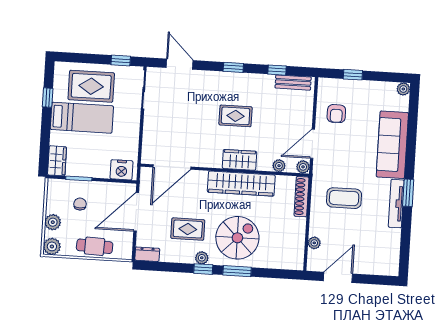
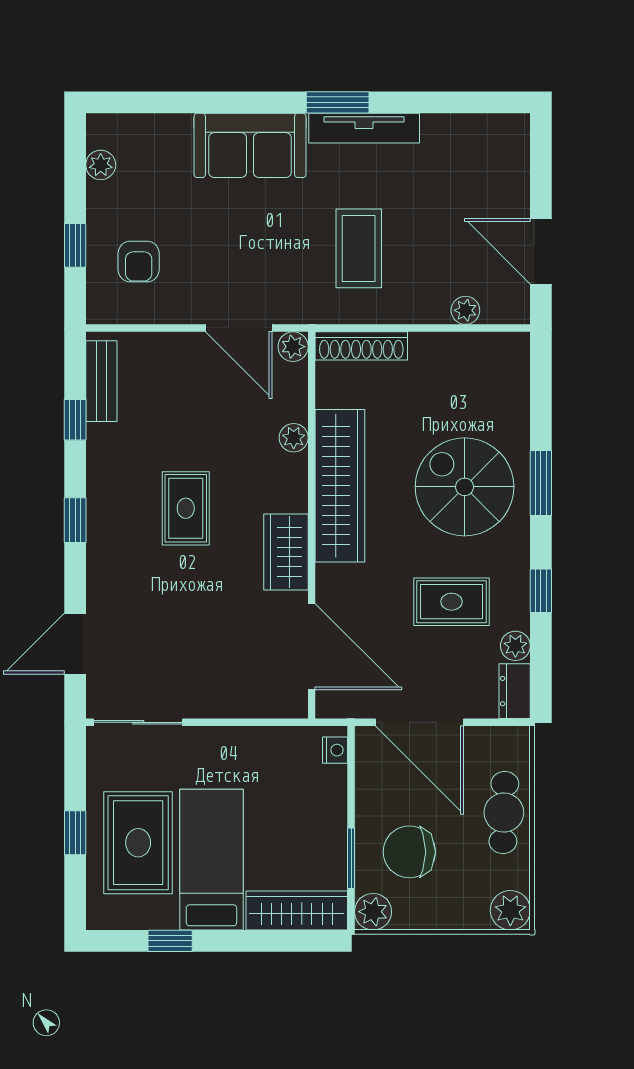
window: (121, 61) -> (75, 833), moved
plant: (403, 89) -> (101, 165), moved
armchair: (336, 114) -> (139, 262), moved, turned 90
sofa: (392, 145) -> (250, 145), width x0.73
wardrobe: (239, 160) -> (286, 552), moved
wardrobe: (57, 161) -> (297, 910), width x1.50
plant: (279, 166) -> (294, 438), moved
nightstand: (121, 170) -> (335, 750), width x0.53, depth x0.56
chair: (80, 204) -> (409, 852), width x1.87, depth x1.87
plant: (53, 222) -> (373, 912), moved
rug: (188, 229) -> (452, 602), turned 90
plant: (202, 258) -> (515, 646), moved
window: (203, 269) -> (541, 591), moved

